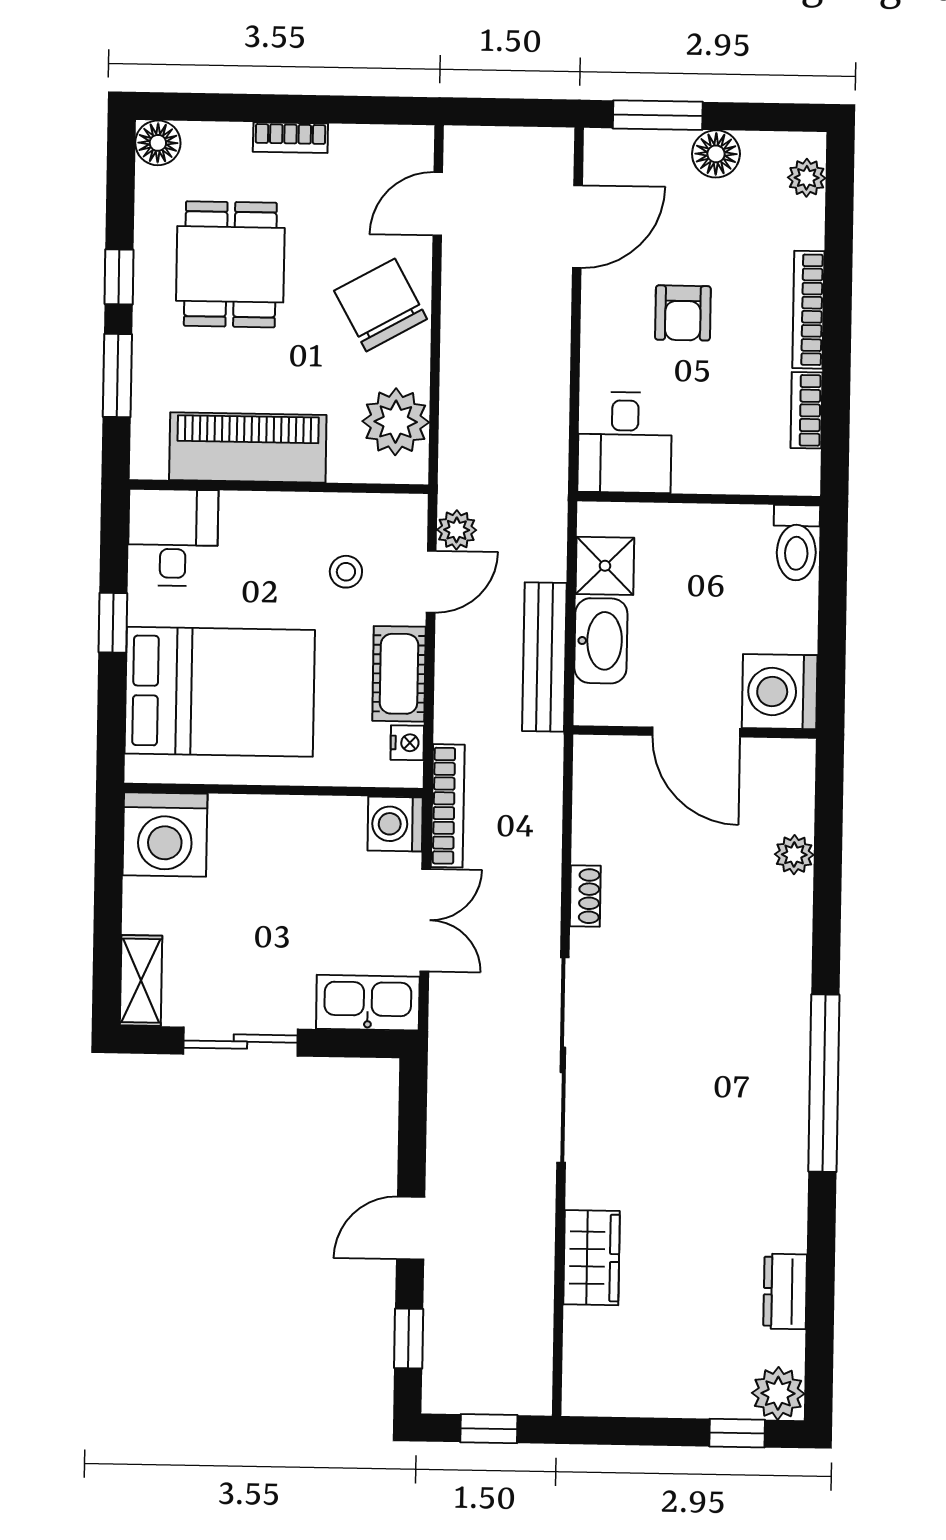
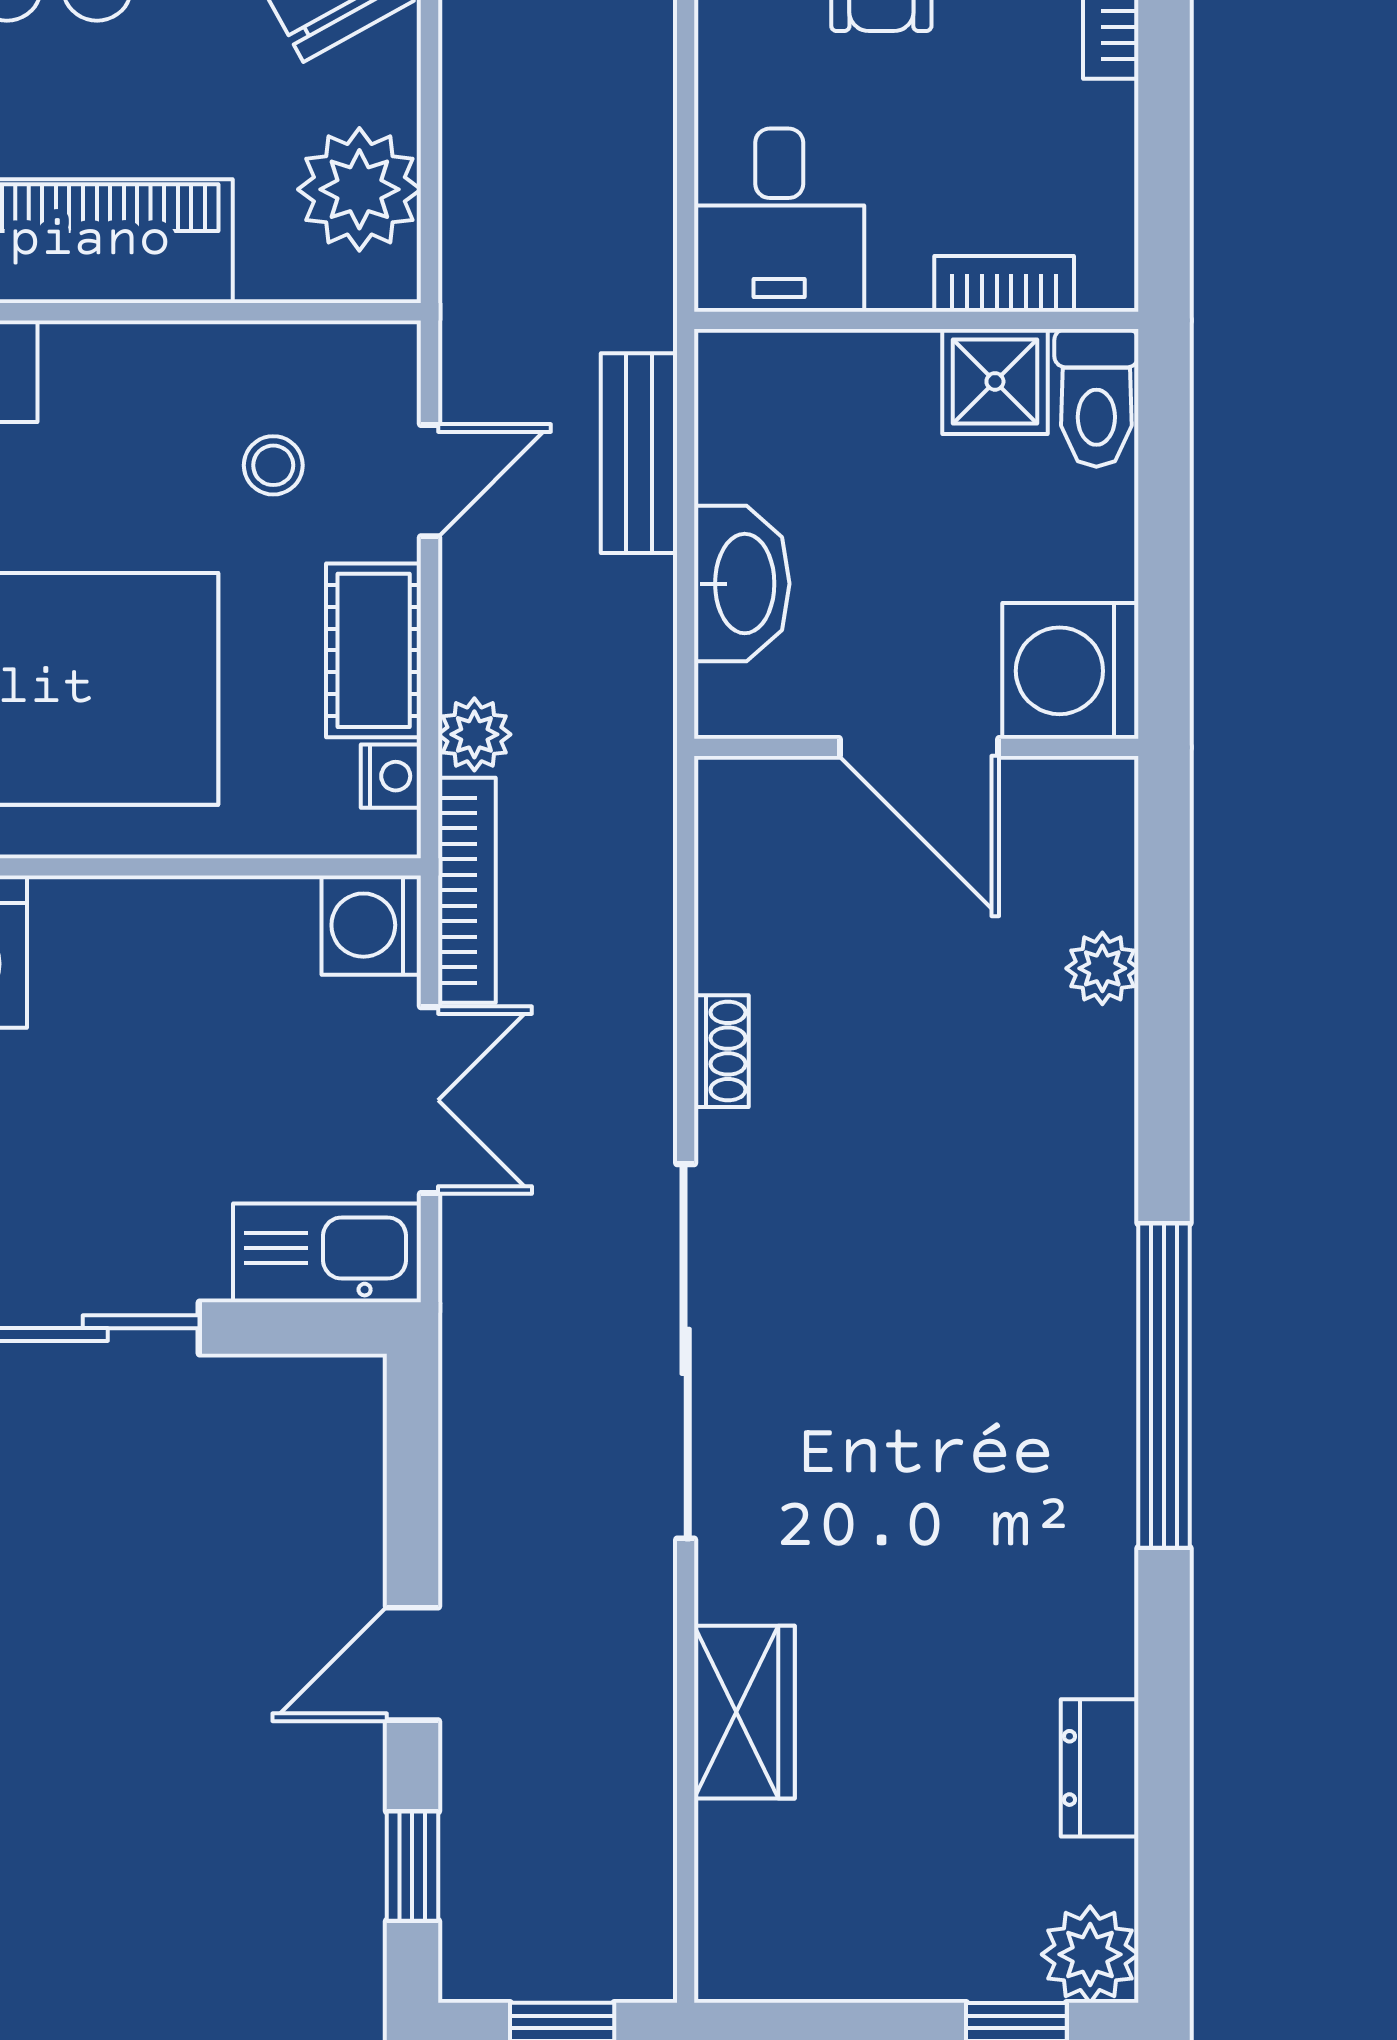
bookcase: (806, 410) -> (1004, 284), moved, turned 90
plant: (457, 530) -> (474, 734), moved
shower: (605, 566) -> (995, 381), moved
bench: (544, 657) -> (639, 453), moved, width x0.73

